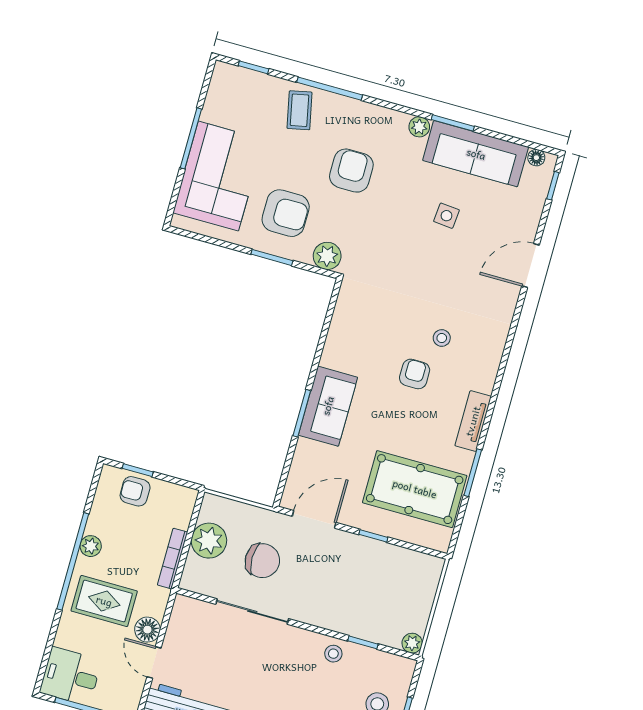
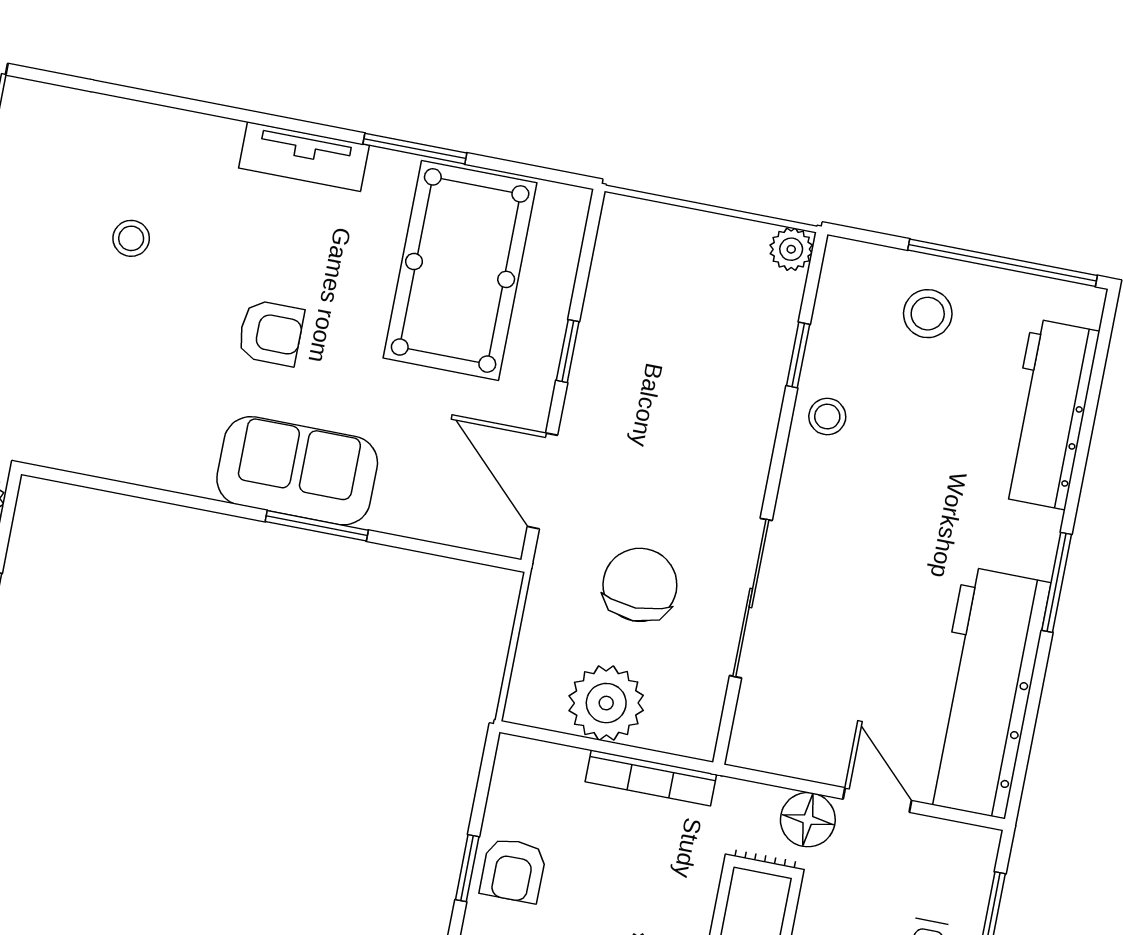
armchair: (415, 374) -> (271, 333), moved, turned 180
door: (154, 662) -> (877, 800), swing flipped

